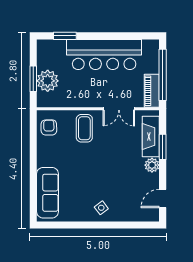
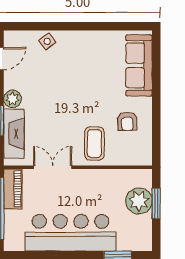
armchair: (49, 127) -> (127, 121), moved
side table: (101, 208) -> (47, 41), moved

